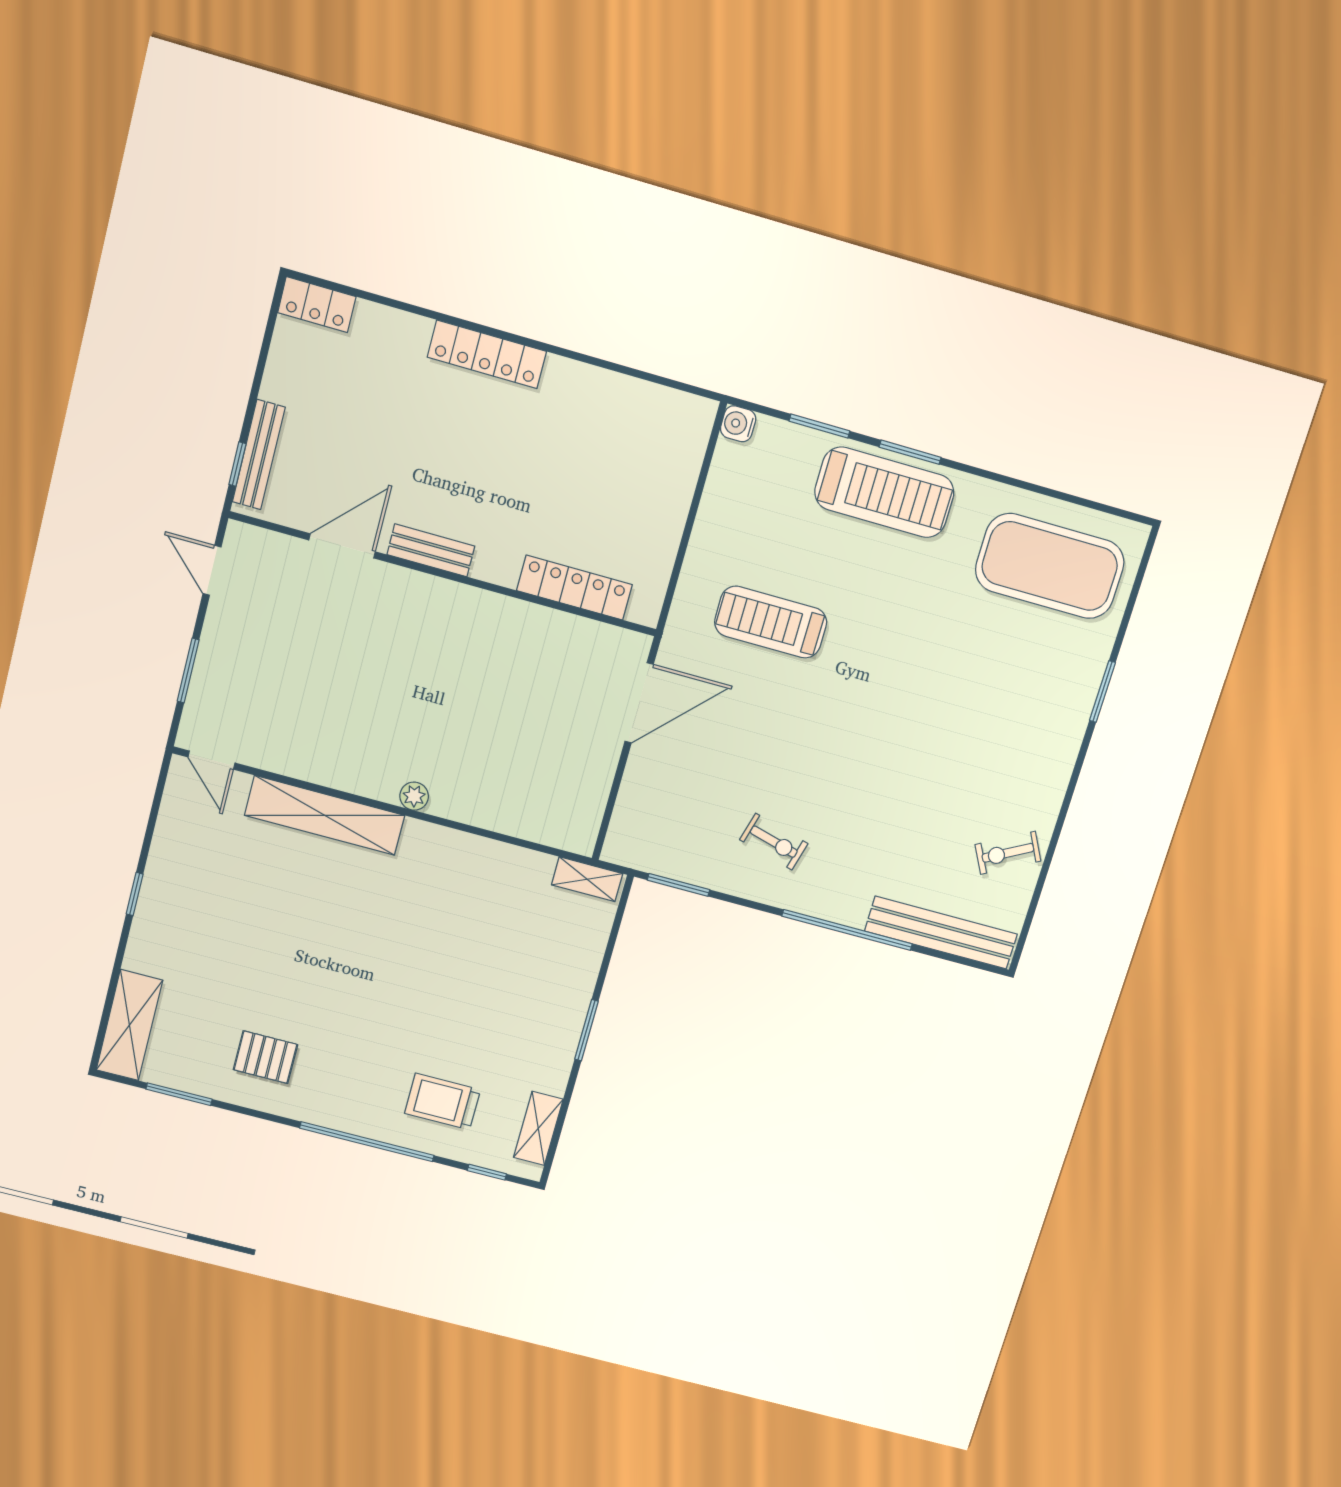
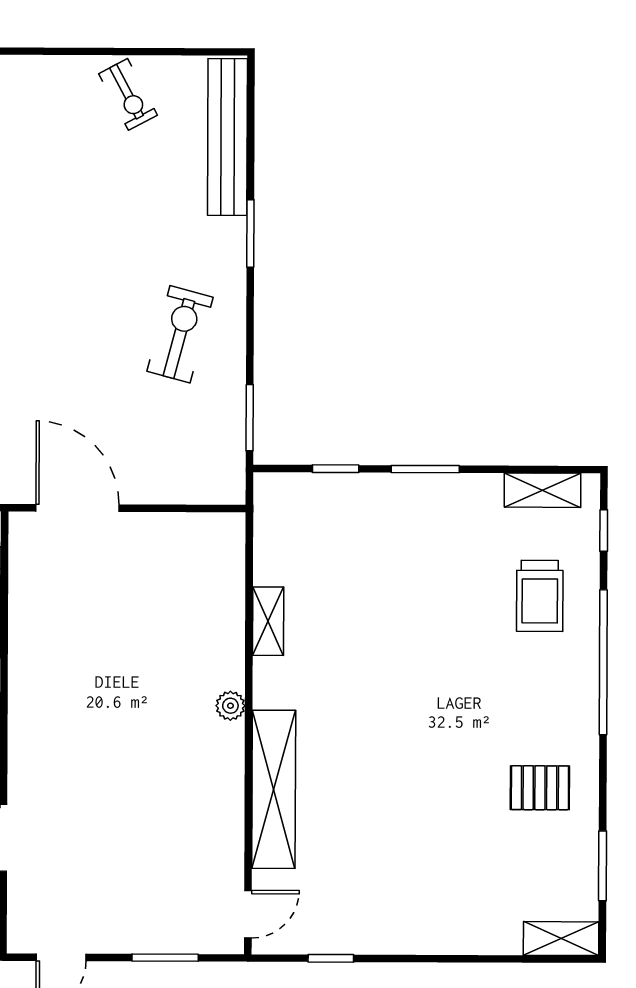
exercise bike: (774, 842) -> (180, 334), width x1.38, depth x1.39
shelving: (587, 879) -> (268, 621), moved
window: (135, 894) -> (331, 958), moved
window: (847, 930) -> (250, 233), width x0.47
window: (609, 950) -> (336, 469), added
shelving: (129, 1025) -> (561, 939), width x0.67, depth x0.75
pallet: (265, 1057) -> (540, 788), turned 90

